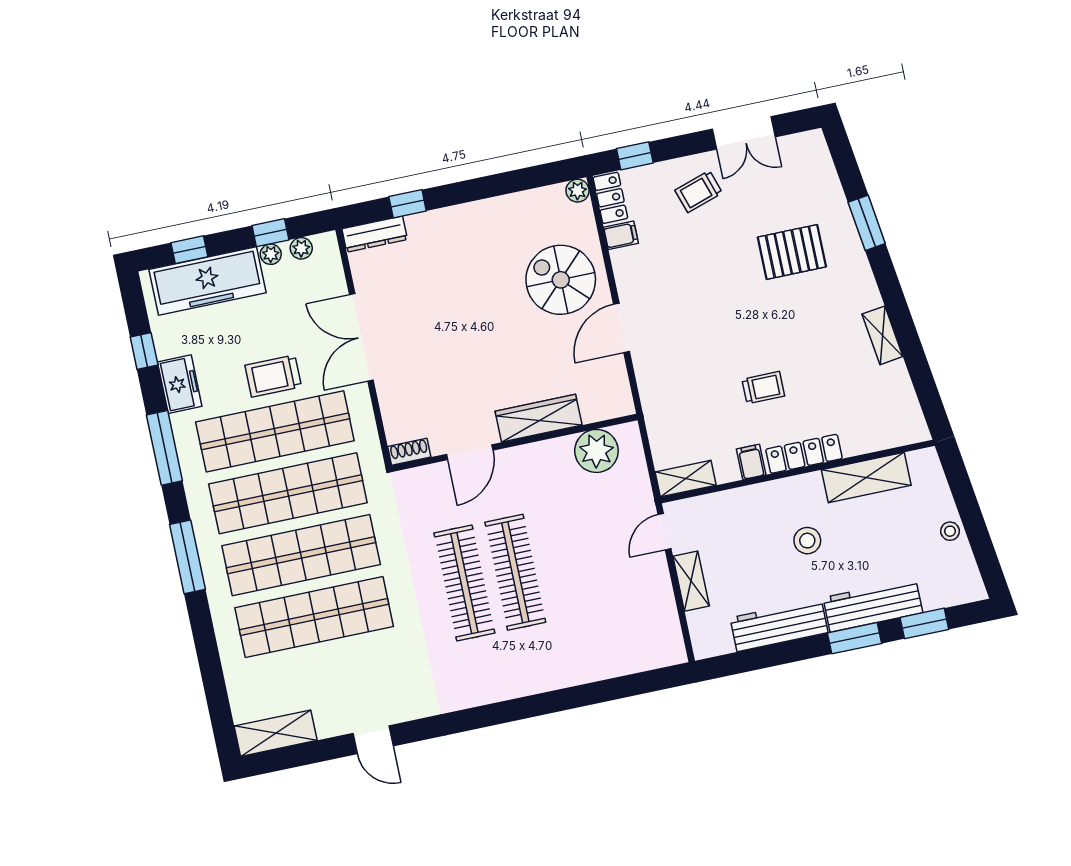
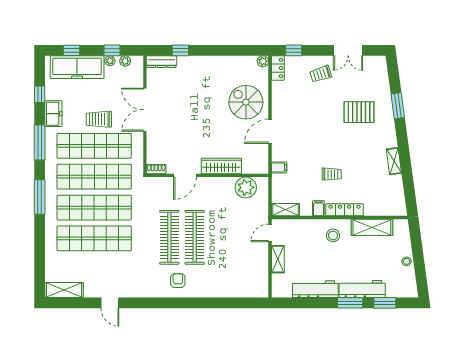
filing cabinet: (621, 235) -> (279, 167), moved
stool: (807, 541) -> (333, 235), moved
armchair: (500, 666) -> (178, 281), added

